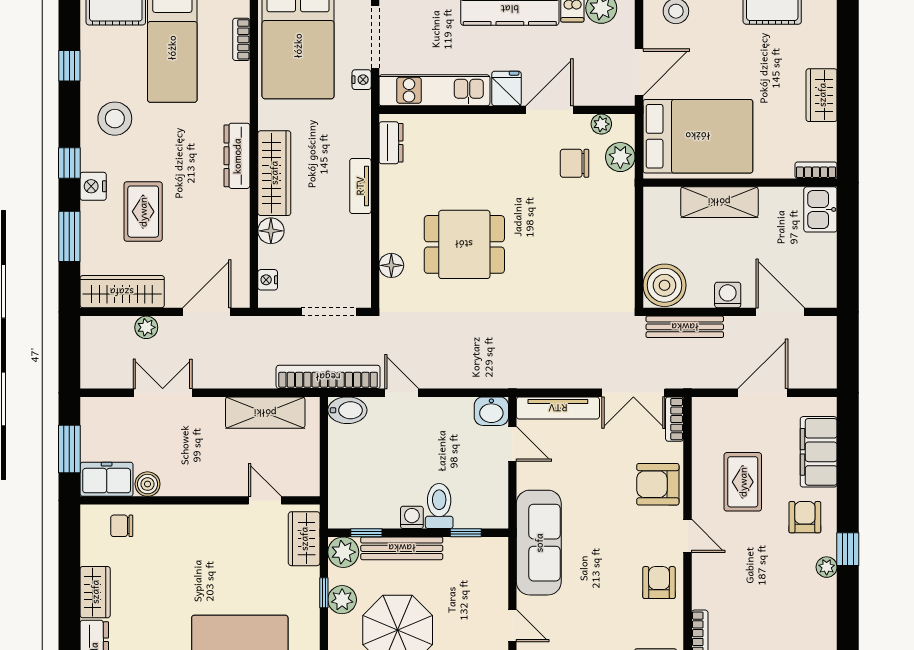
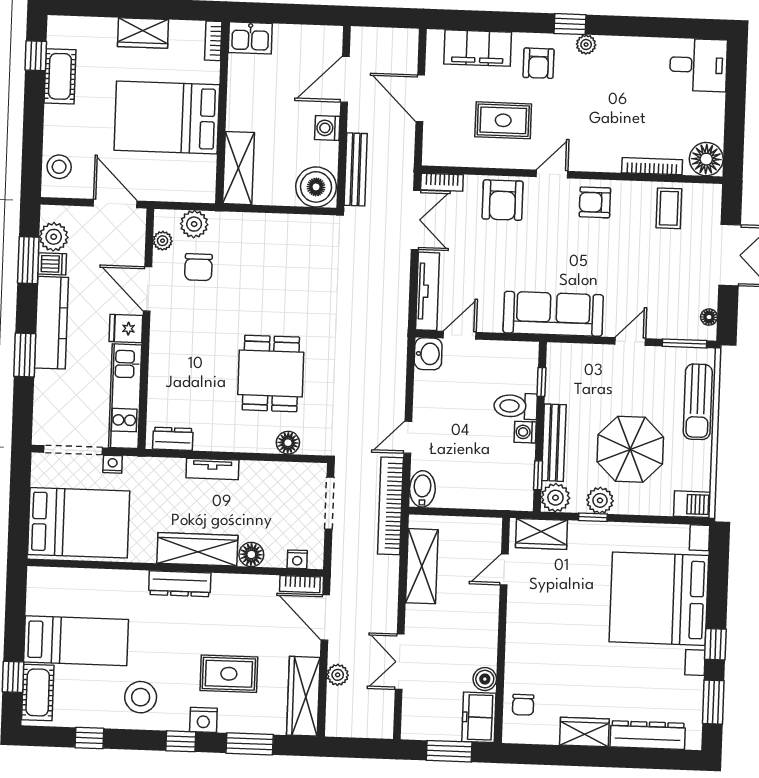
bookcase: (241, 39) -> (300, 584), moved
bed: (698, 136) -> (167, 118), moved, turned -90
shelving: (719, 202) -> (239, 168), moved
armchair: (805, 517) -> (539, 63), turned -90

